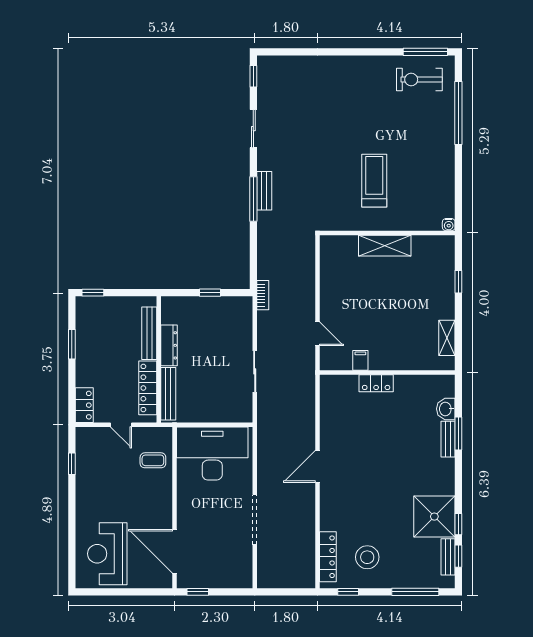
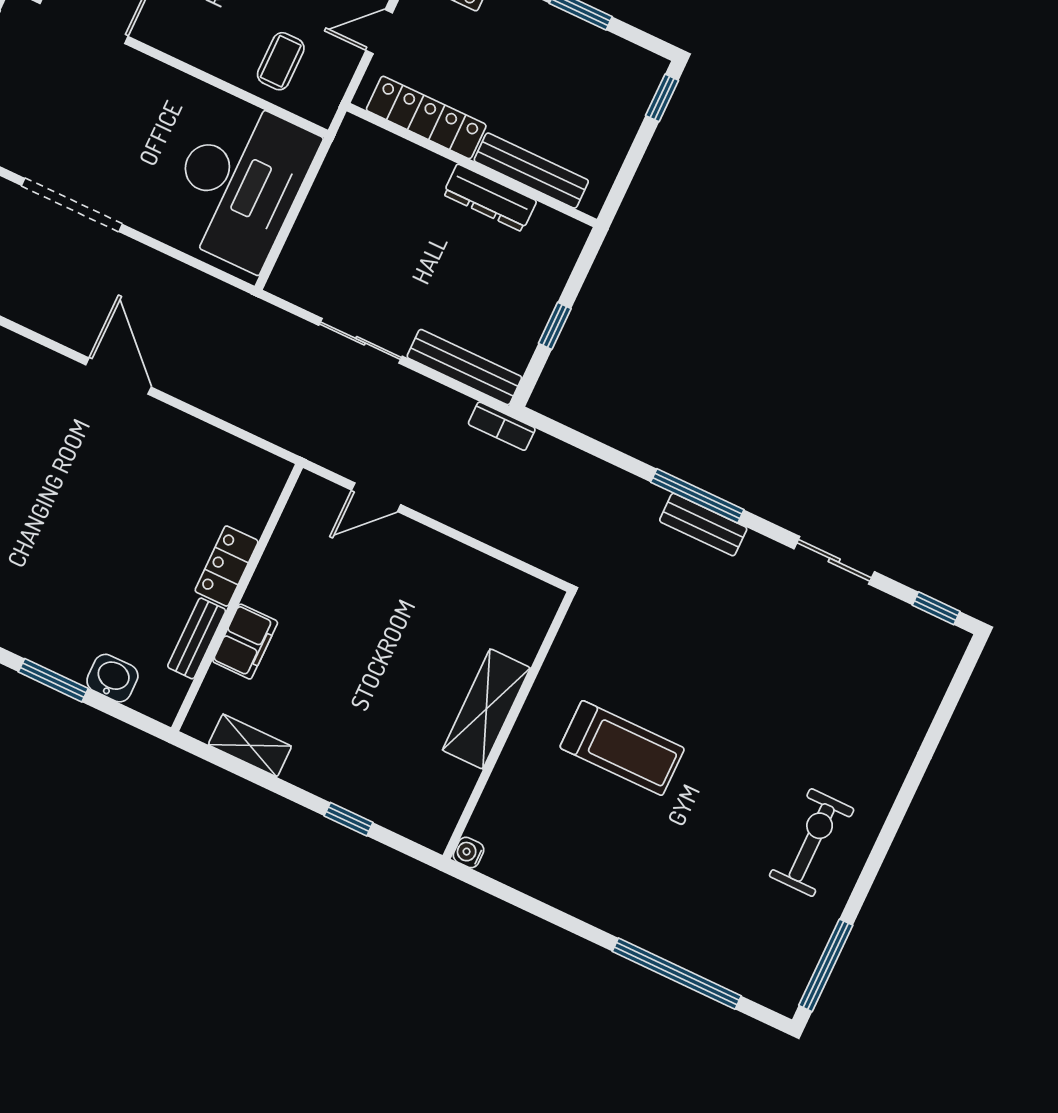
exercise bike: (419, 80) -> (812, 842), moved
filing cabinet: (360, 360) -> (245, 642), moved, width x2.00
bench: (168, 394) -> (464, 367), moved
bench: (448, 439) -> (197, 638), moved, turned 90

